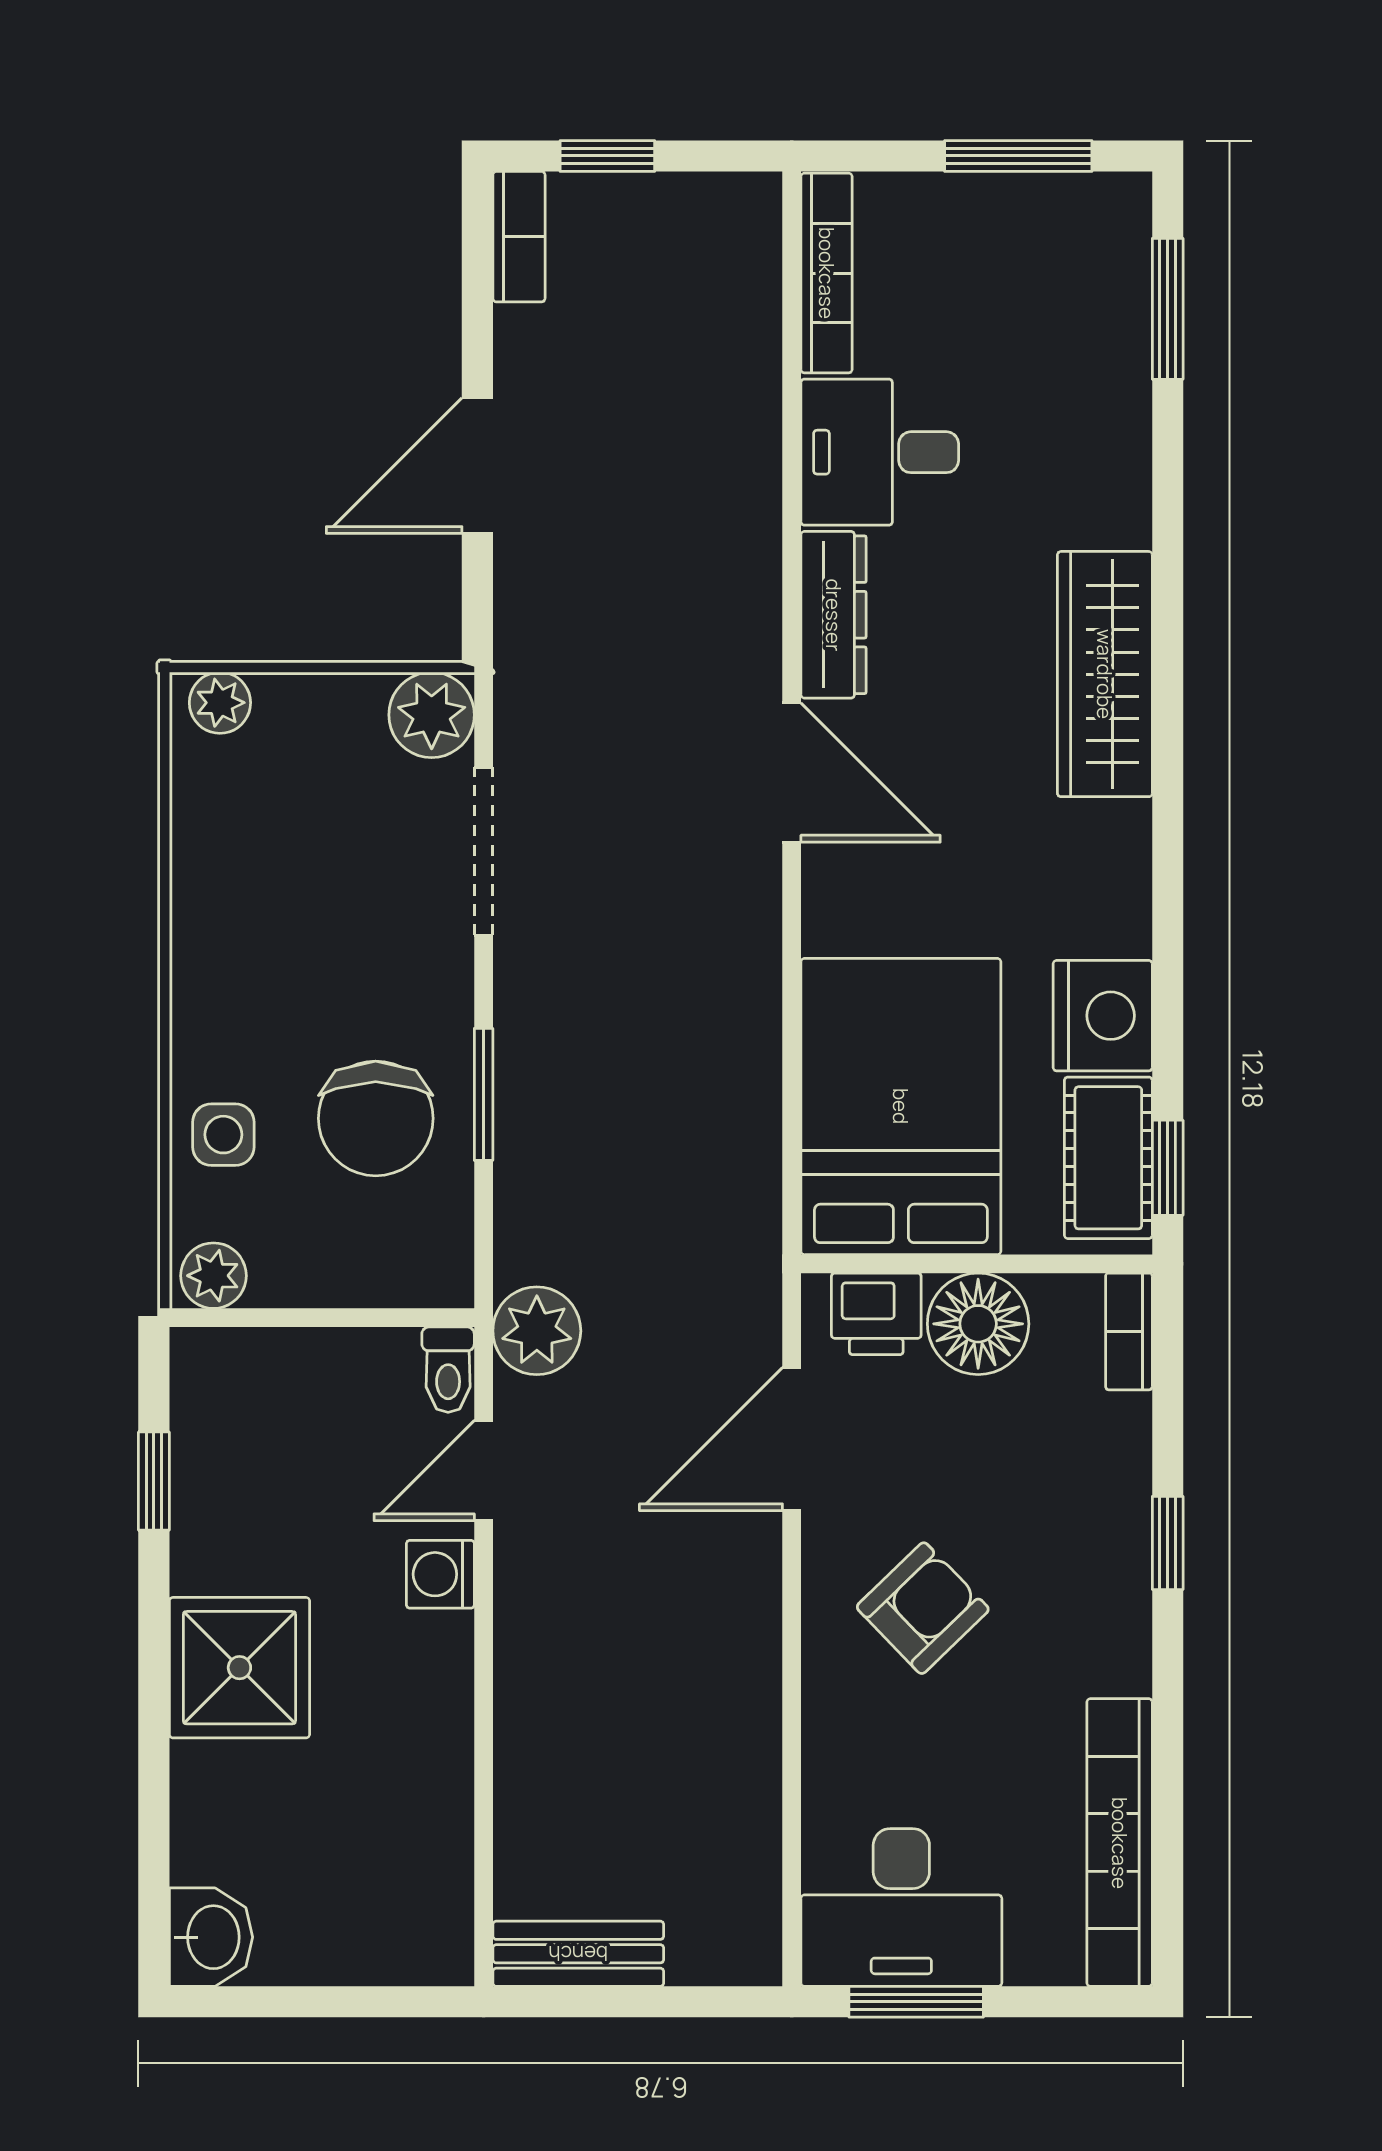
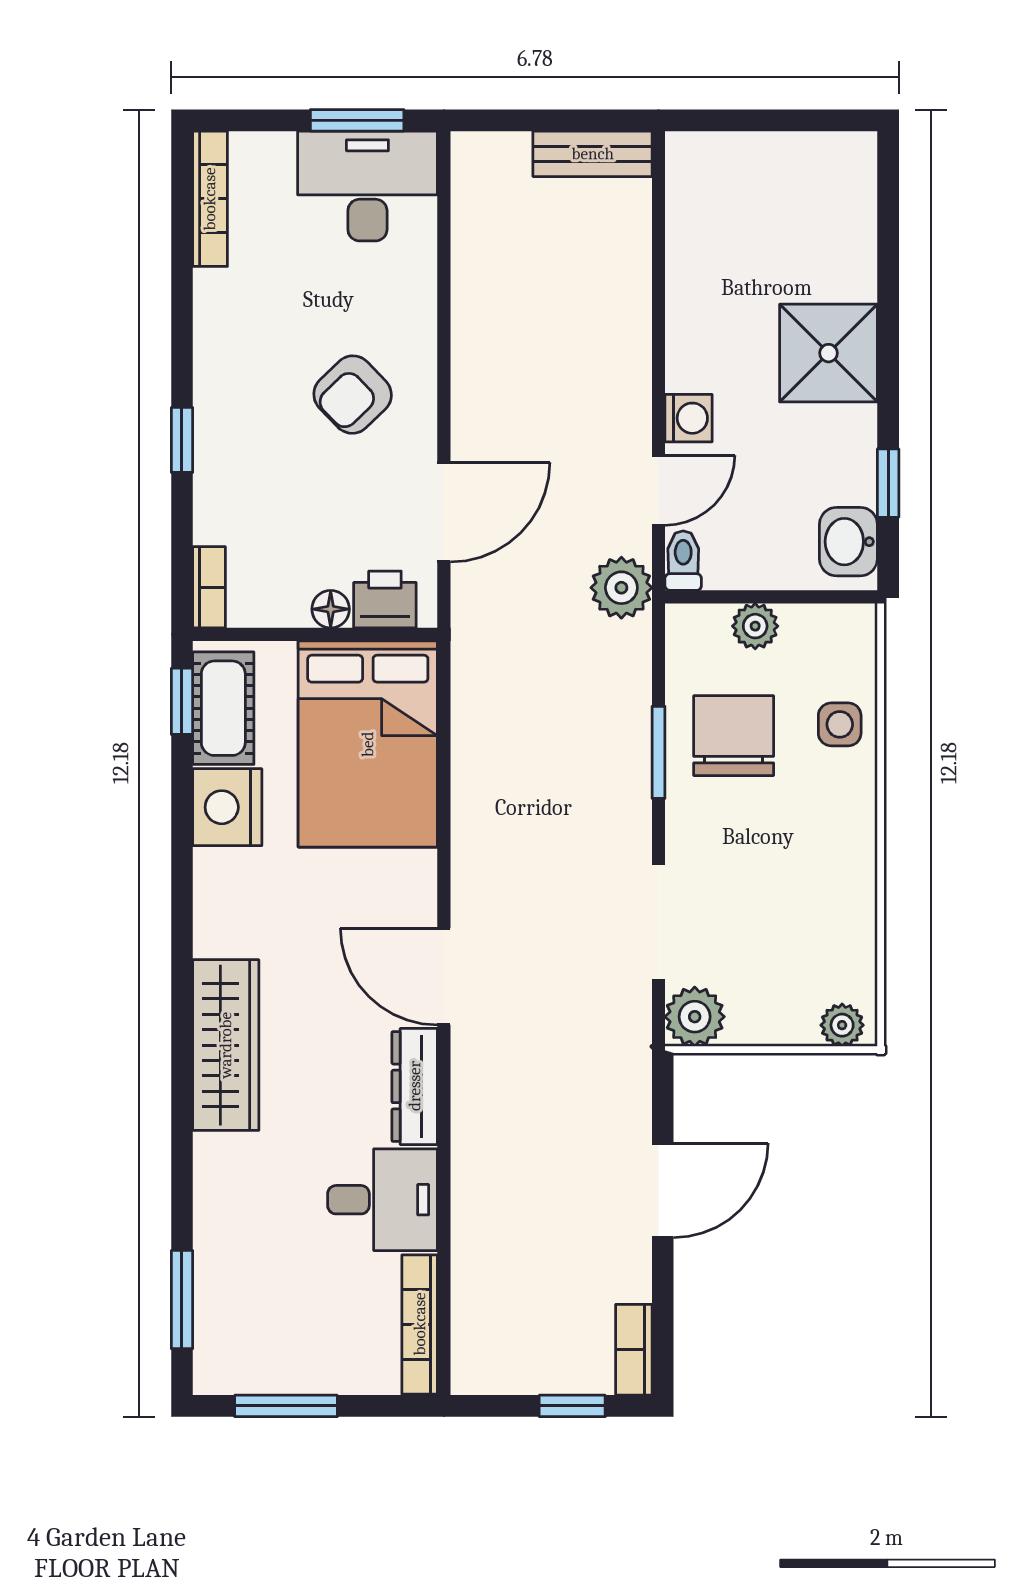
plant: (213, 1276) -> (755, 626), moved
floor lamp: (978, 1324) -> (331, 609), width x0.53, depth x0.53
bookcase: (1120, 1843) -> (210, 199), width x0.68, depth x0.76
washbasin: (211, 1937) -> (848, 542), moved

